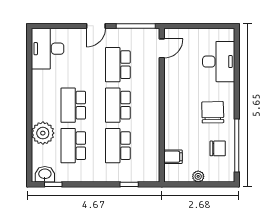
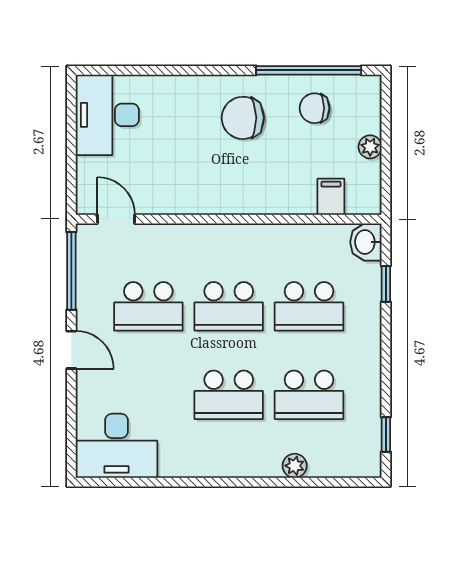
desk: (219, 62) -> (107, 115), moved, turned -90
plant: (43, 133) -> (295, 466), width x0.53, depth x0.53
chair: (218, 148) -> (315, 108), turned -90
washbasin: (45, 174) -> (366, 242), moved

